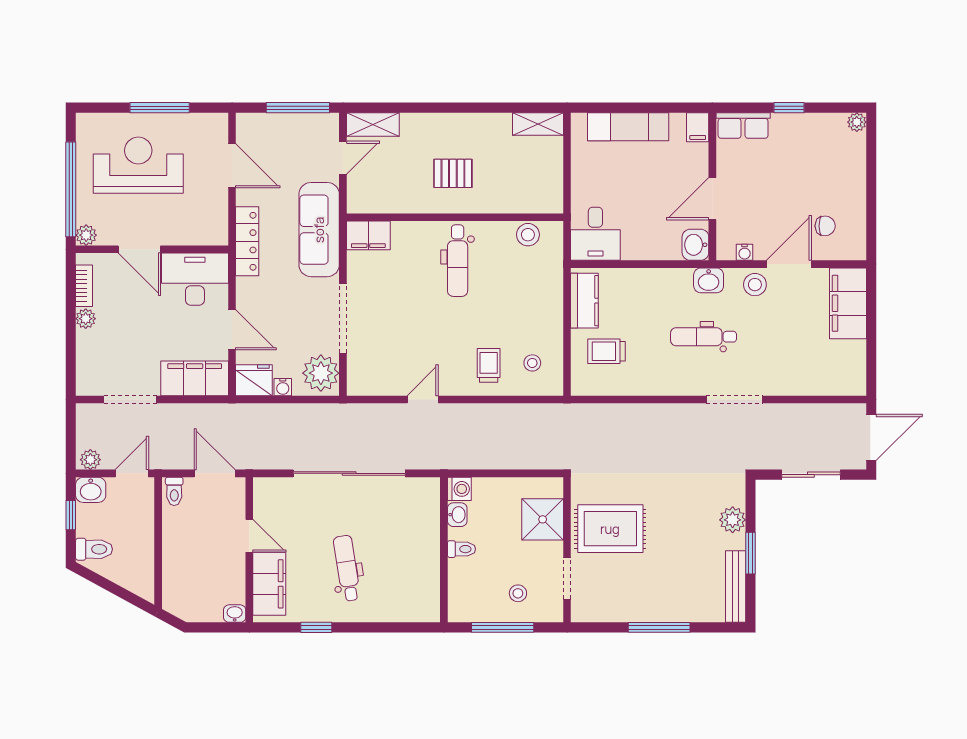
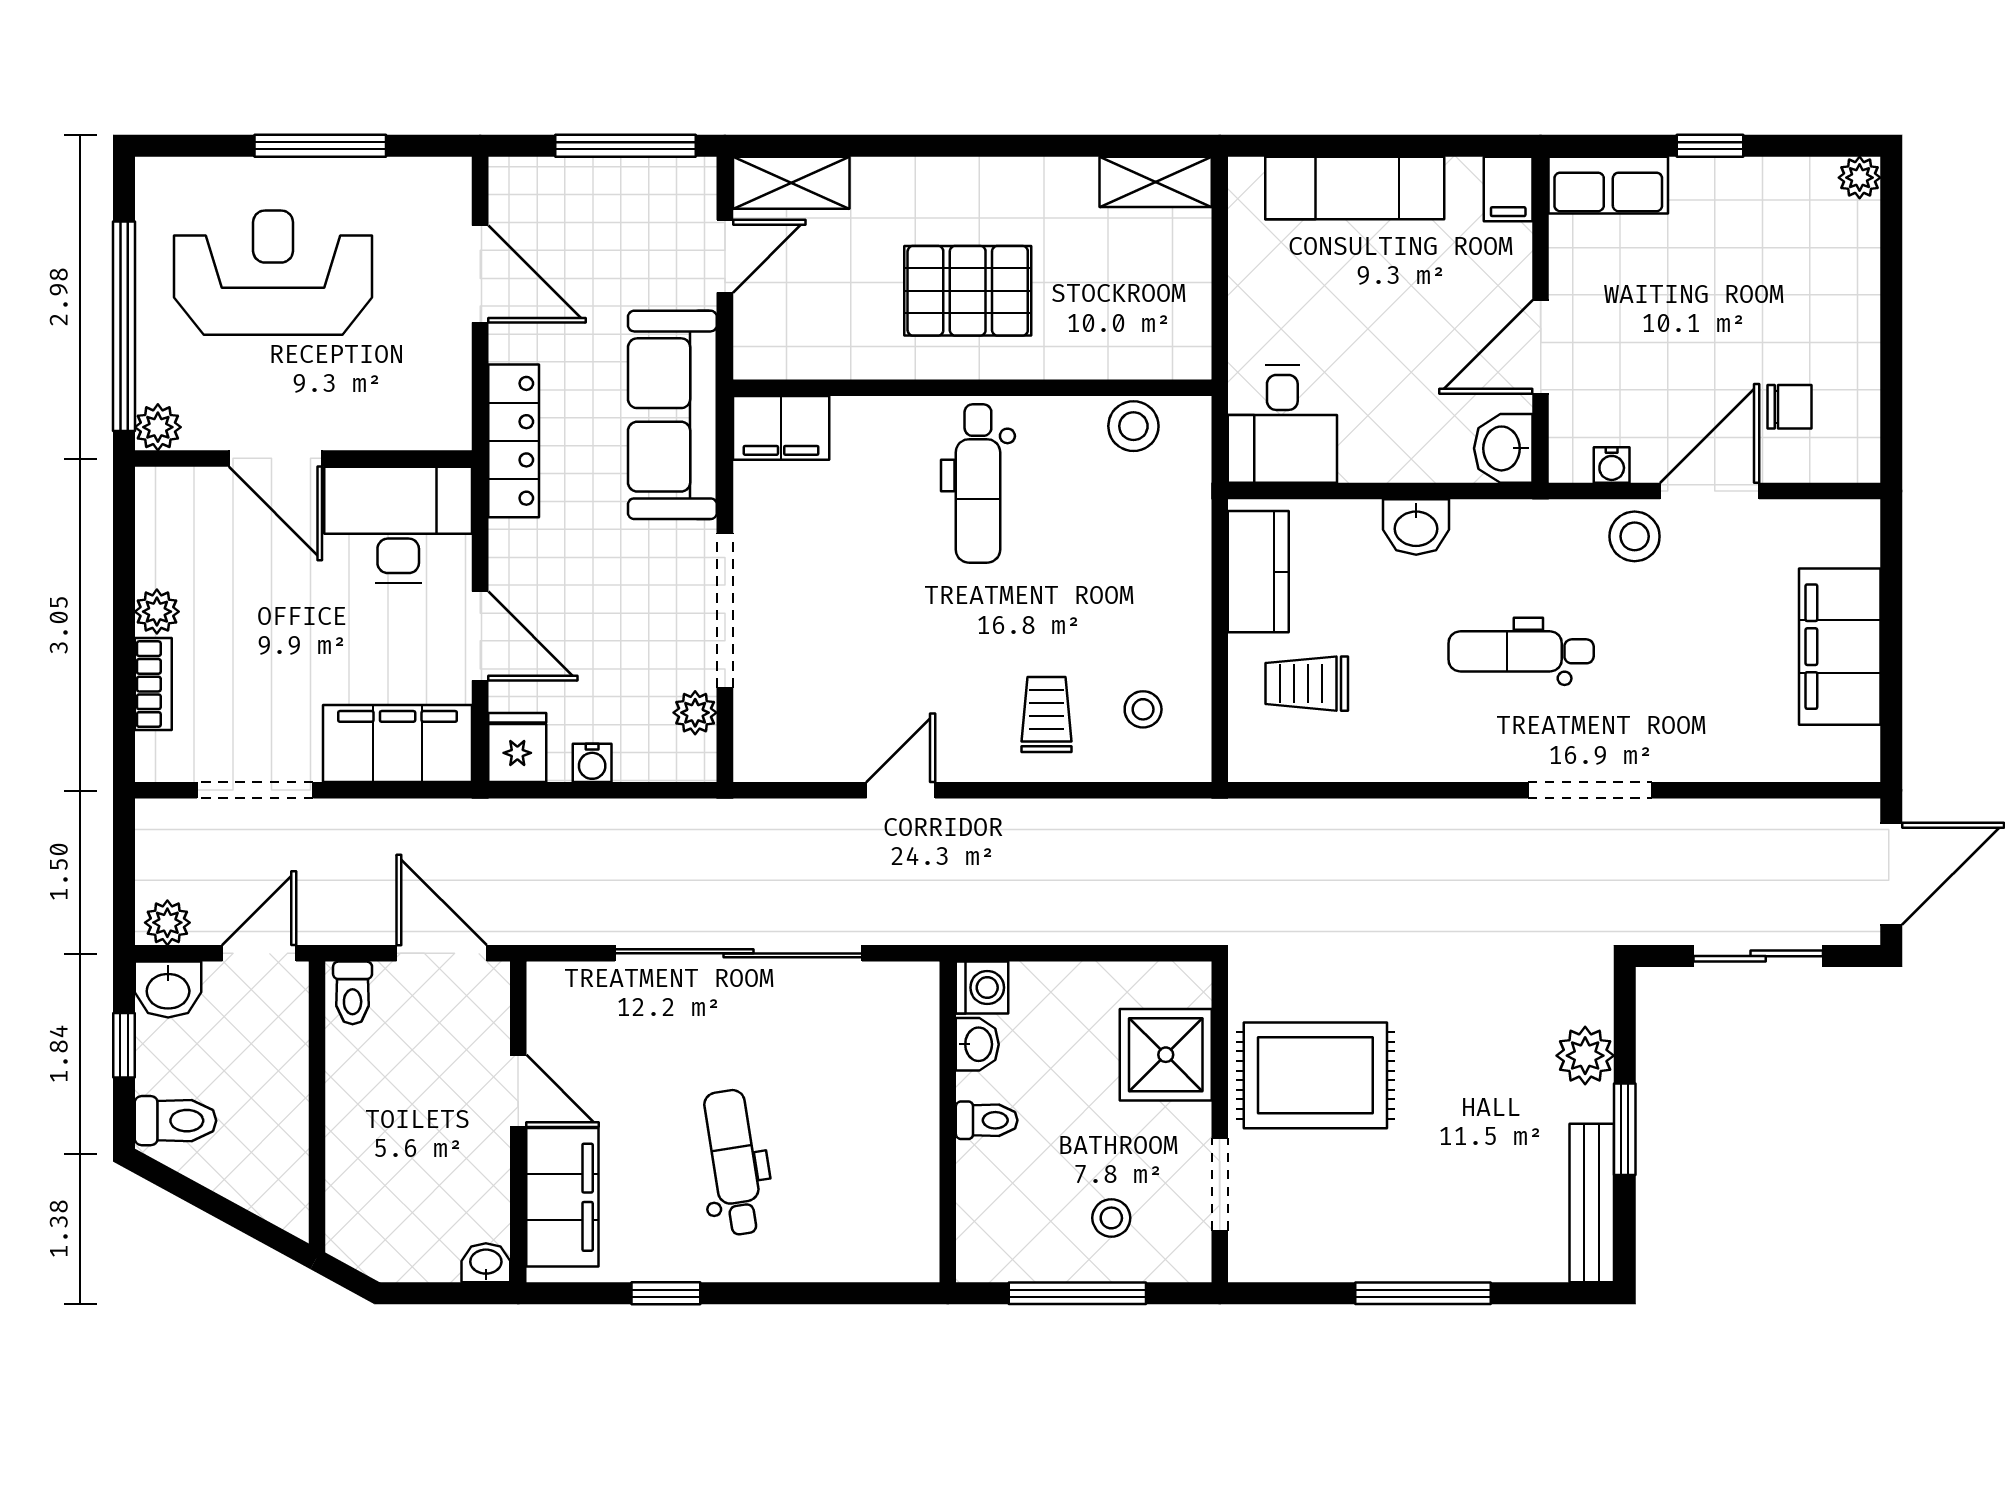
pallet: (453, 173) -> (968, 291), width x1.50, depth x1.42
washbasin: (709, 280) -> (1416, 527), moved
bookcase: (84, 286) -> (153, 684), moved
filing cabinet: (848, 303) -> (1840, 647), moved
plant: (321, 373) -> (695, 713), width x0.53, depth x0.53
fridge: (254, 380) -> (517, 747), width x0.72

